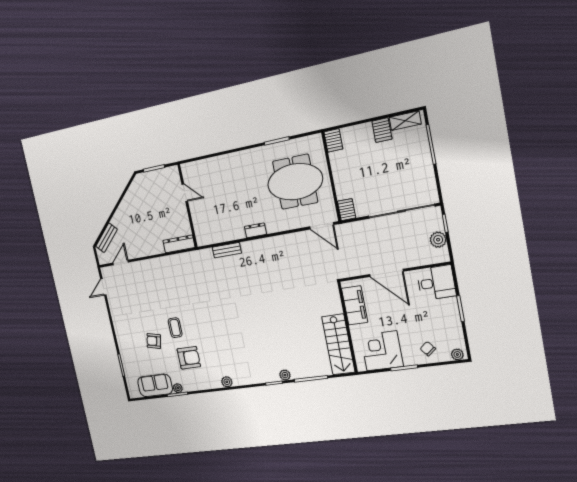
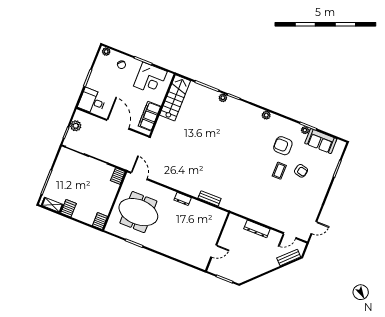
door: (185, 193) -> (214, 251), swing flipped
dresser: (179, 244) -> (257, 229), moved

